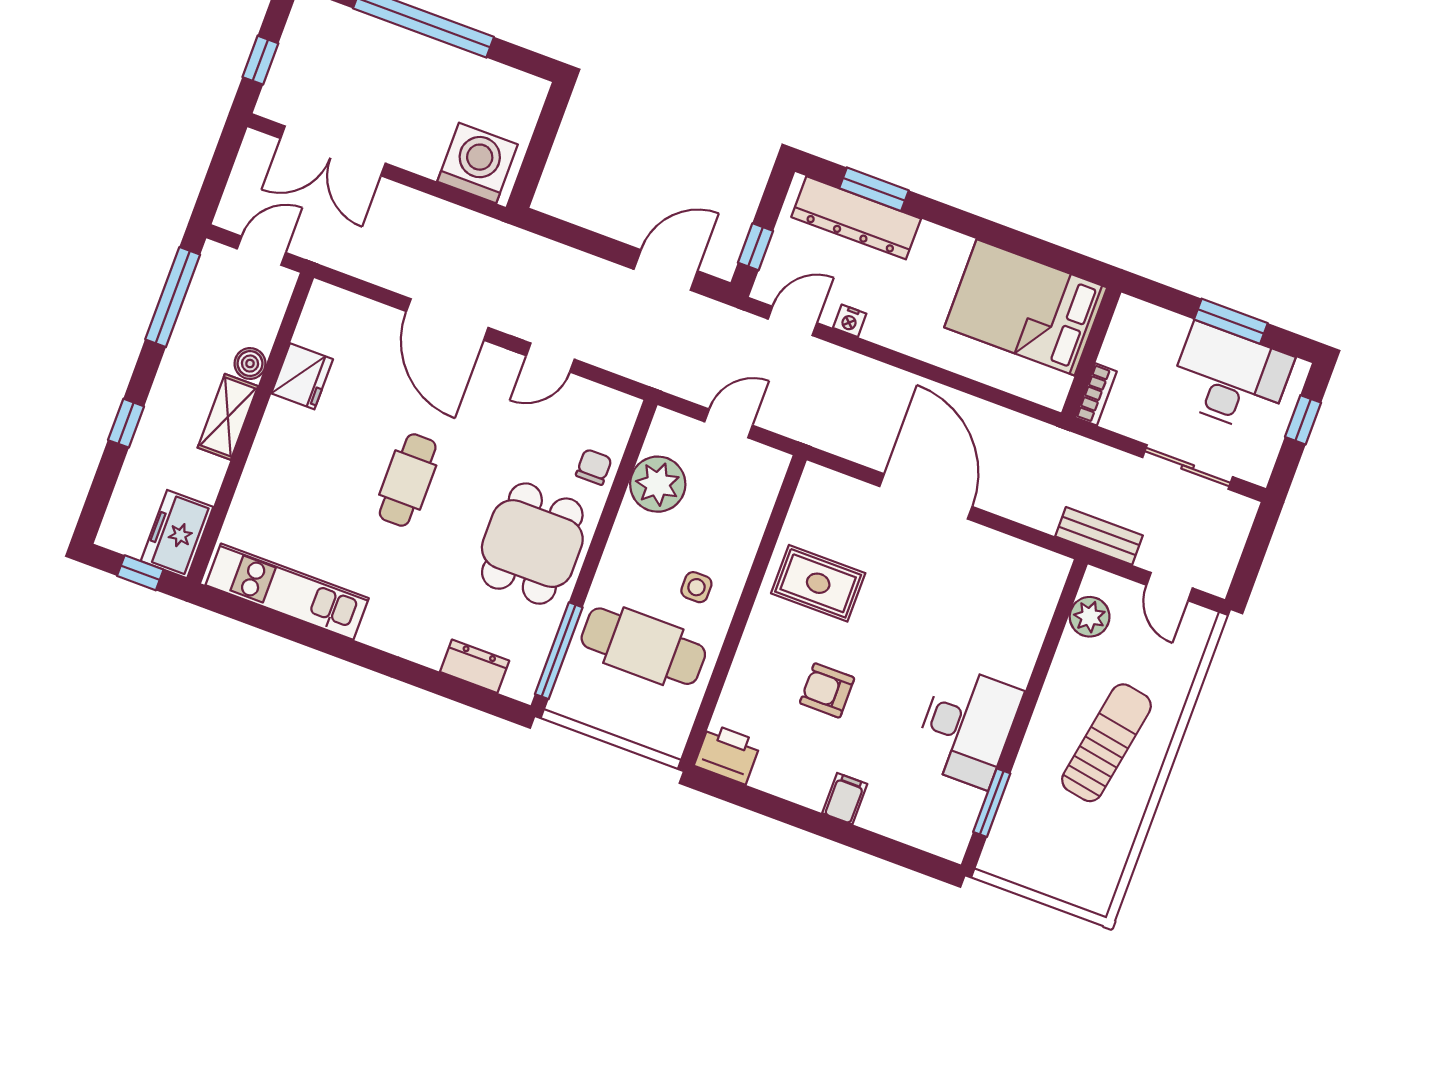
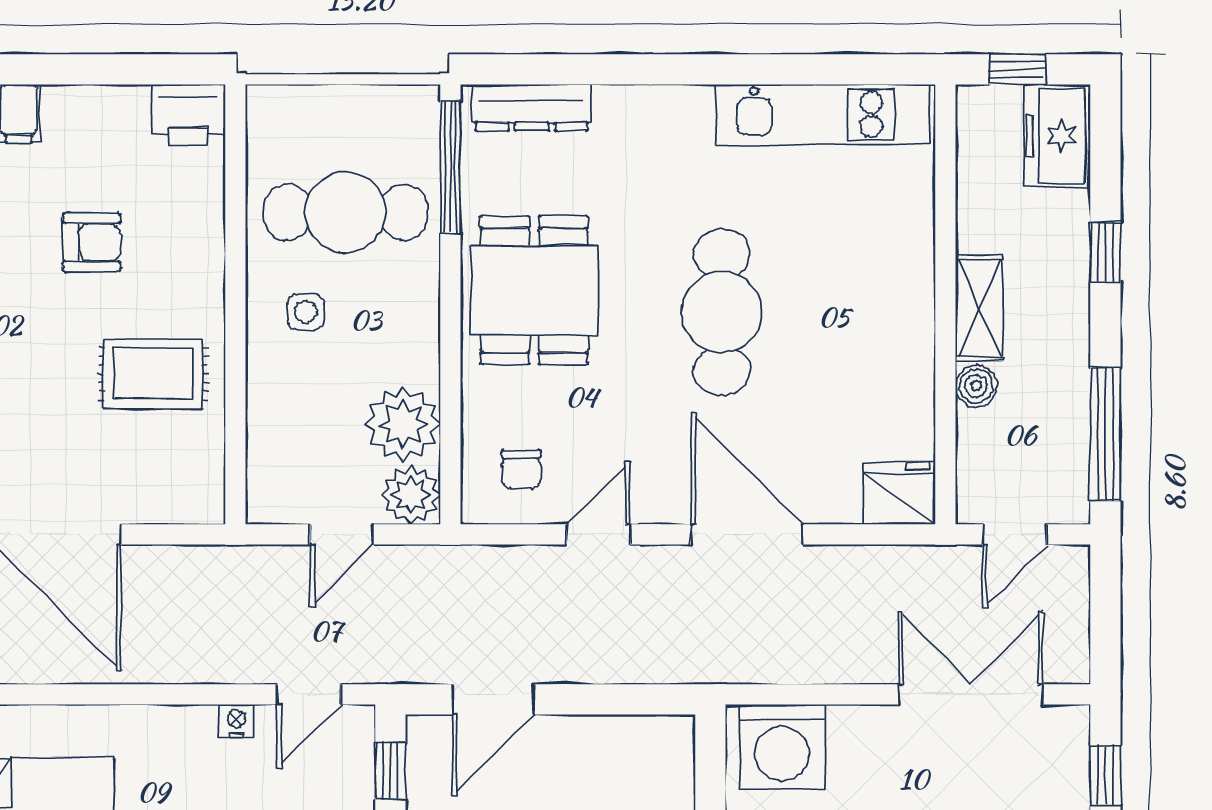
fridge: (302, 376) -> (899, 493), moved, turned 90
plant: (670, 433) -> (411, 495), added
chair: (594, 467) -> (521, 469), moved
cafe table: (408, 480) -> (722, 312), width x1.37, depth x1.35
freezer: (177, 534) -> (1057, 136), moved, turned 180
dresser: (475, 666) -> (532, 108), width x1.44

